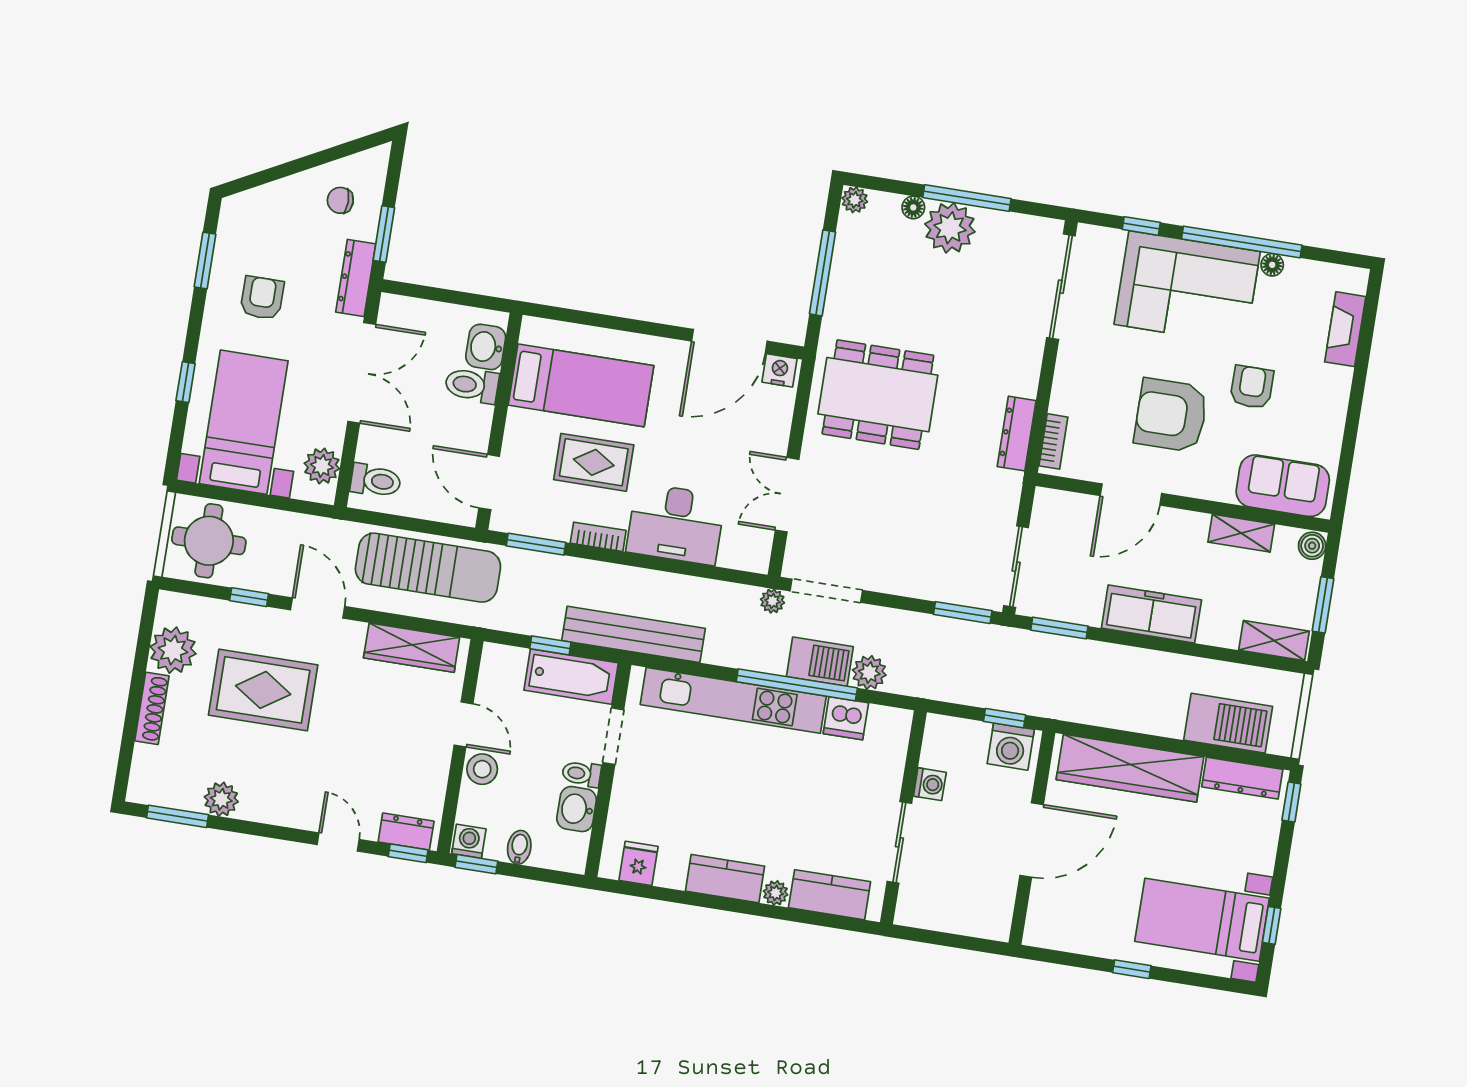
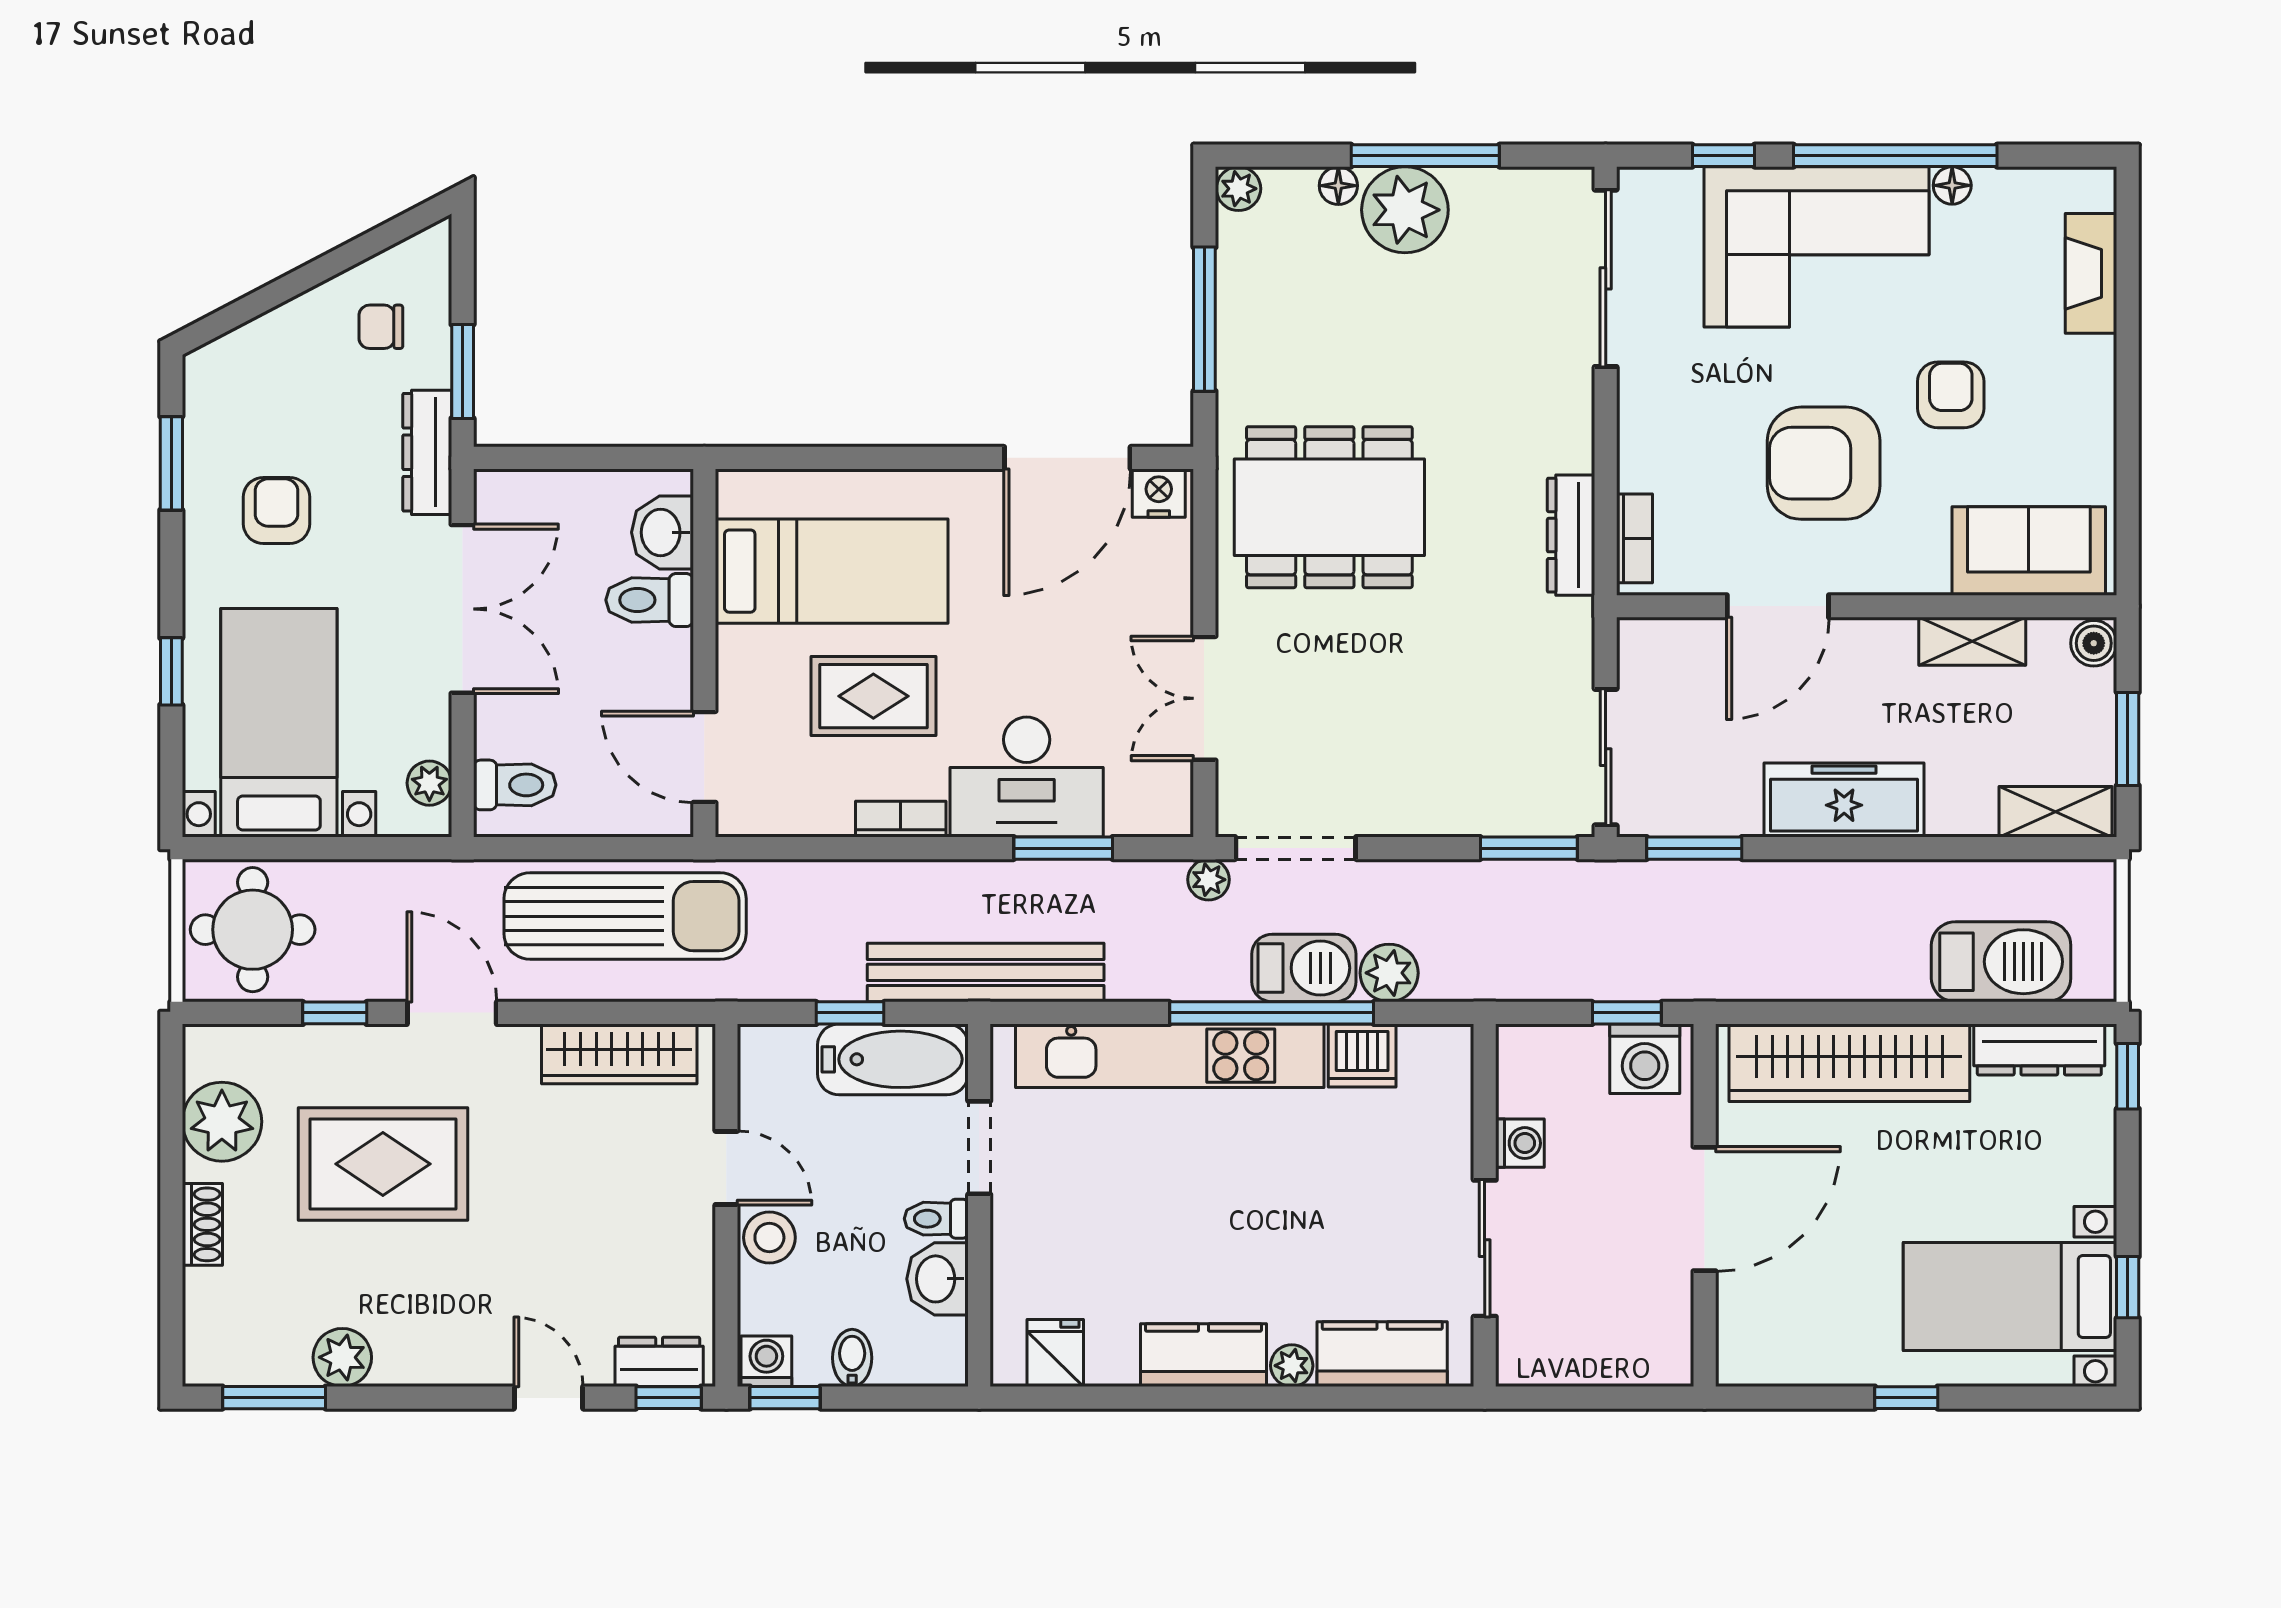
plant: (322, 466) -> (429, 783), width x0.73, depth x0.73
window: (536, 544) -> (1063, 848), moved
shoe rack: (152, 708) -> (202, 1224), width x0.70

